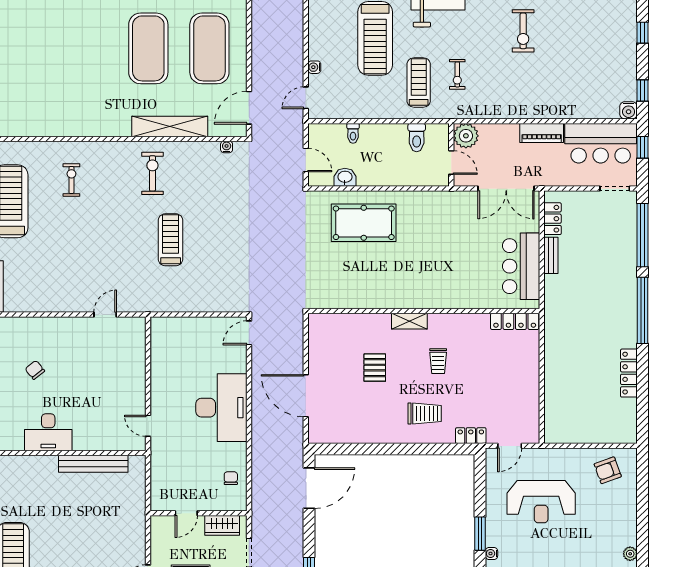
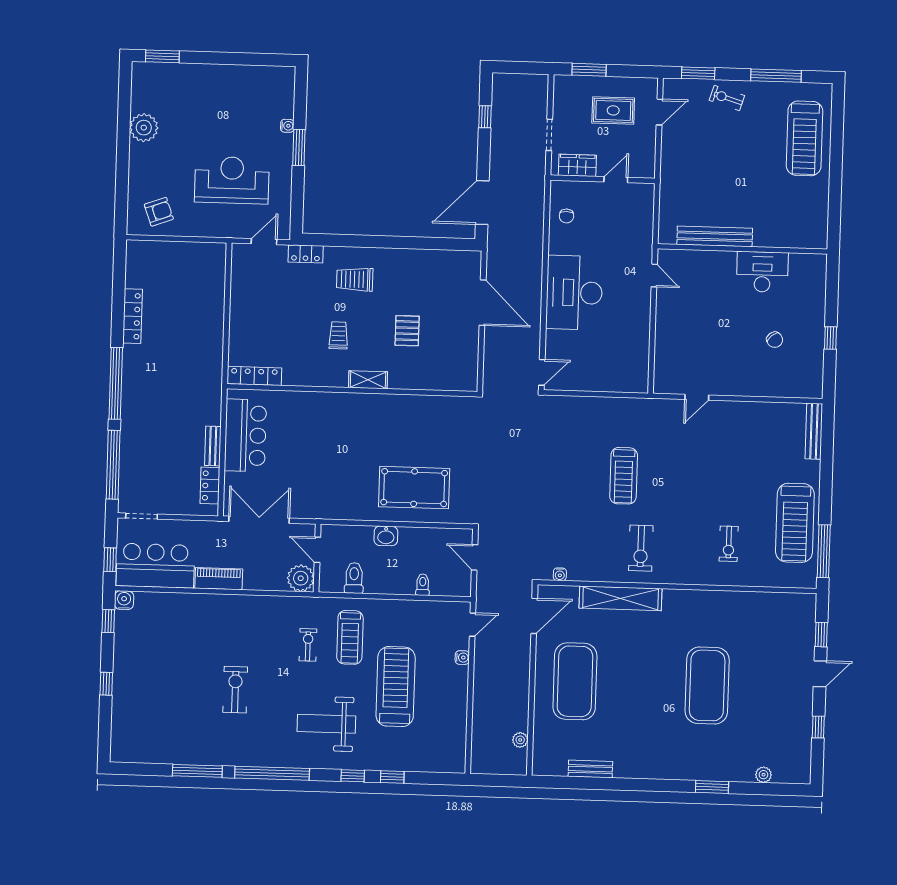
exercise mat: (148, 48) -> (707, 685), moved
washbasin: (345, 177) -> (386, 536), moved
plant: (630, 554) -> (144, 128), width x1.87, depth x1.87

